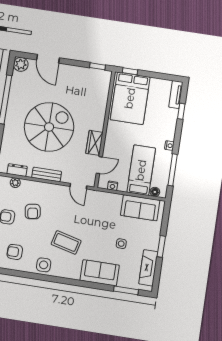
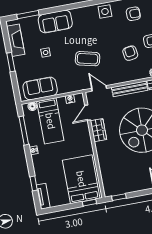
bench: (47, 174) -> (130, 89), width x1.36
coffee table: (66, 242) -> (88, 59), moved

